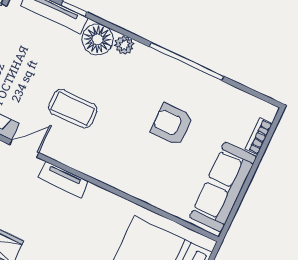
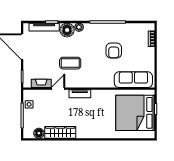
armchair: (172, 124) -> (114, 51), turned -90
sofa: (223, 187) -> (133, 80), moved, turned 90

